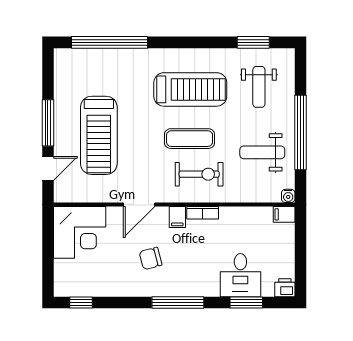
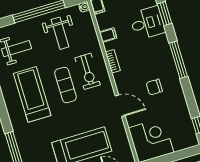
exercise bike: (199, 174) -> (88, 71), turned 180
filing cabinet: (177, 217) -> (108, 35), moved
chair: (151, 258) -> (154, 87), turned 105

